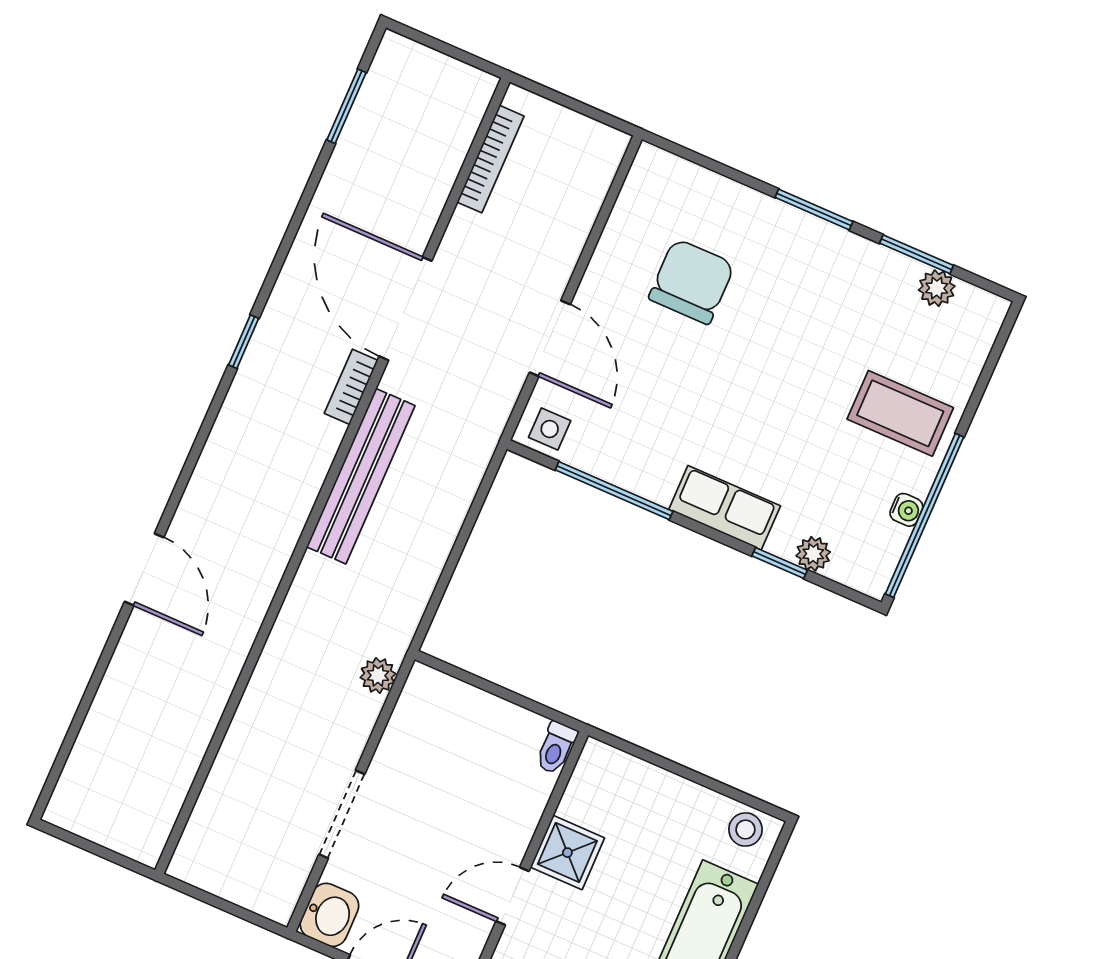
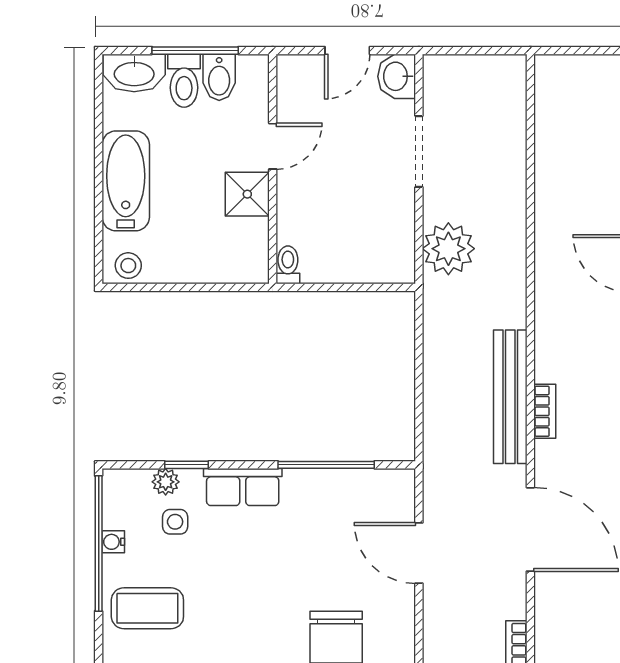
bookcase: (351, 387) -> (545, 411), moved
side table: (550, 429) -> (175, 522), moved
plant: (378, 676) -> (448, 249), width x1.88, depth x1.88

